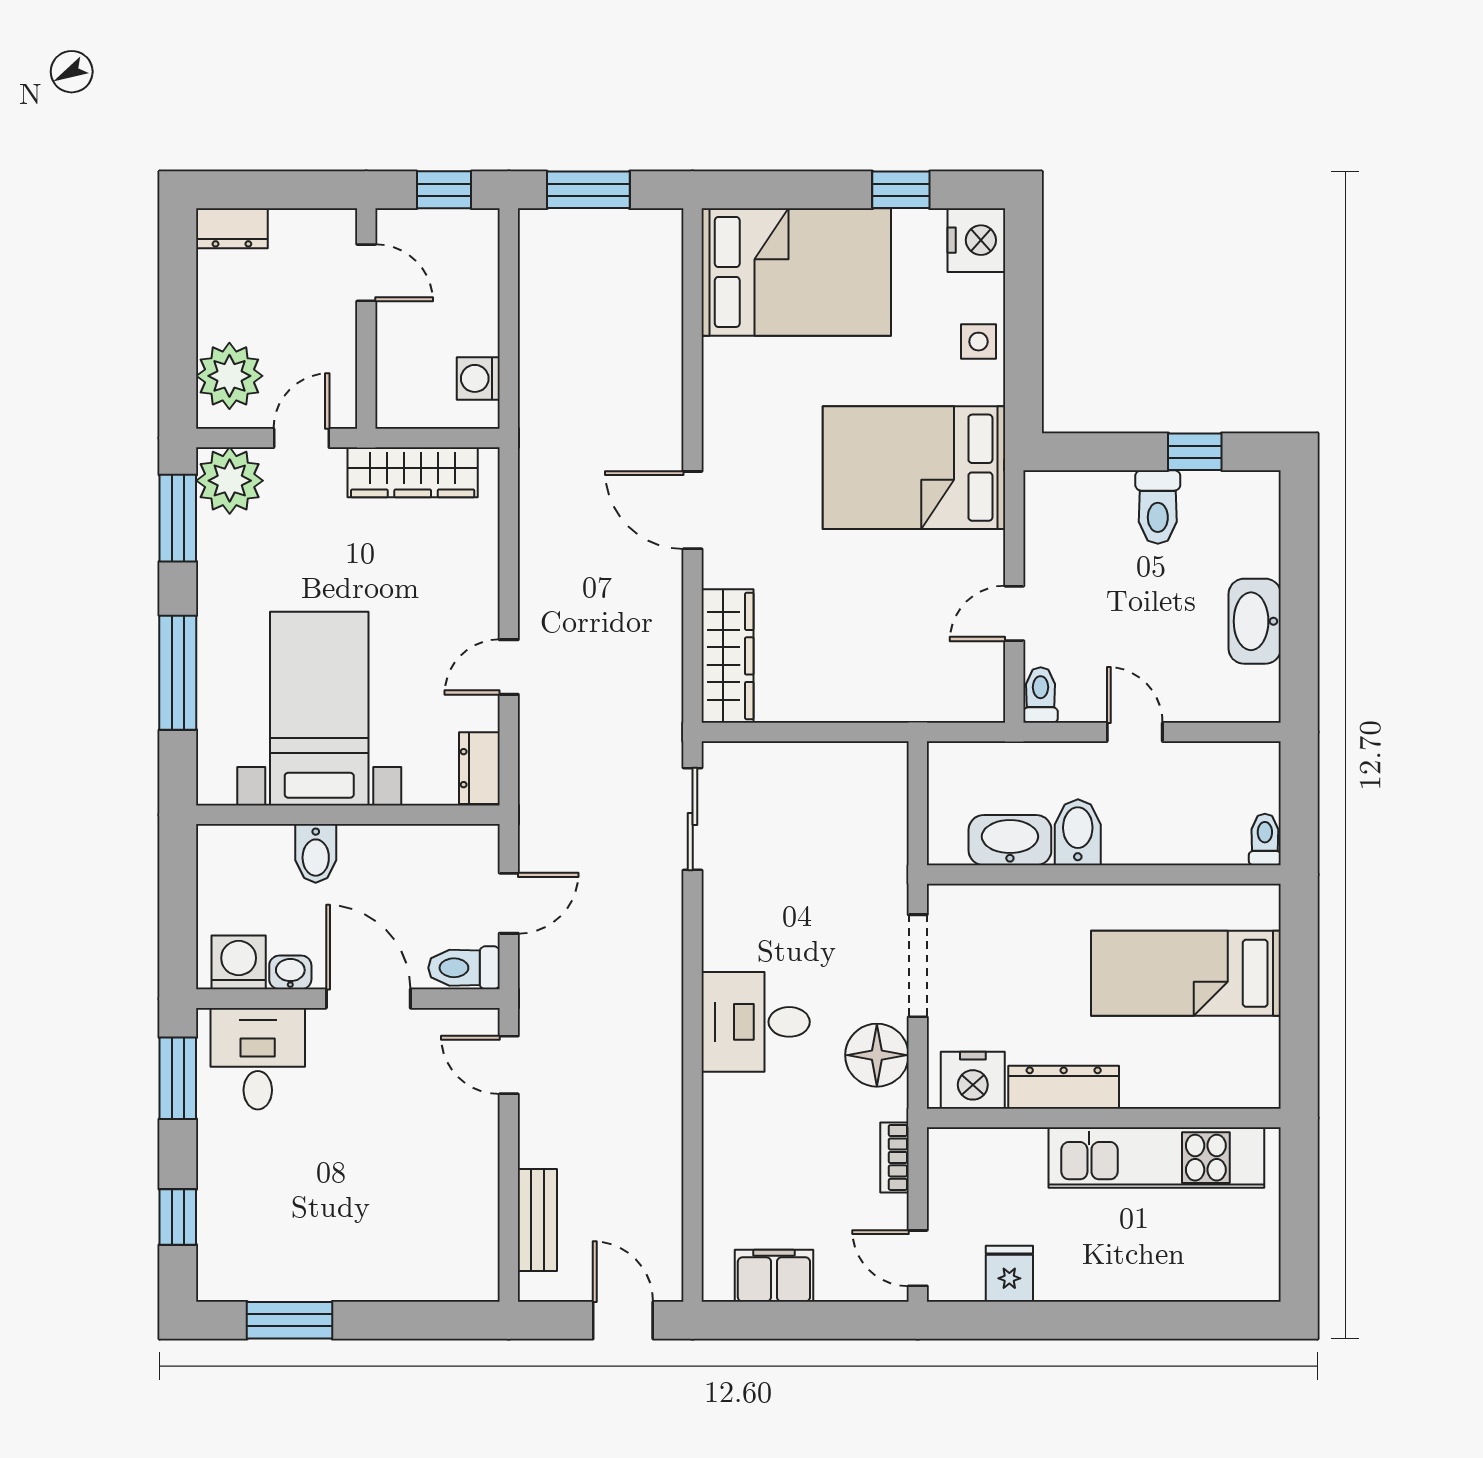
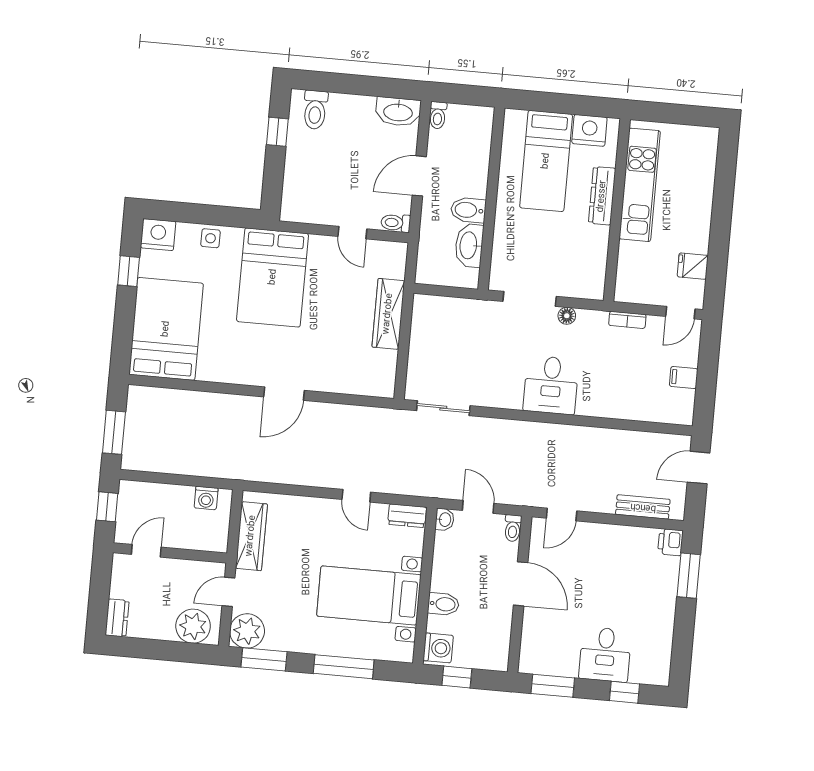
door: (301, 438) -> (228, 592), hinge flipped
toilet: (1158, 507) -> (315, 110), moved, turned 90
washbasin: (1255, 621) -> (398, 112), moved
wardrobe: (728, 656) -> (388, 314), moved, turned -90
door: (1135, 732) -> (419, 176), width x1.38
toilet: (1265, 839) -> (438, 115), moved, turned -90
window: (178, 892) -> (457, 677), added
washing machine: (239, 962) -> (438, 648), moved, turned 180
toilet: (464, 968) -> (513, 528), width x0.73, depth x0.72
washbasin: (290, 972) -> (445, 520), moved, turned 180
door: (368, 999) -> (521, 584), swing flipped
floor lamp: (877, 1055) -> (567, 316), width x0.53, depth x0.53
desk: (258, 1059) -> (605, 654), moved, turned -90
nightstand: (973, 1080) -> (589, 130), moved, turned -90
dresser: (1064, 1087) -> (602, 196), moved
filing cabinet: (774, 1276) -> (684, 377), width x0.50
printer: (475, 1279) -> (670, 542), added
window: (290, 1320) -> (689, 576), moved

